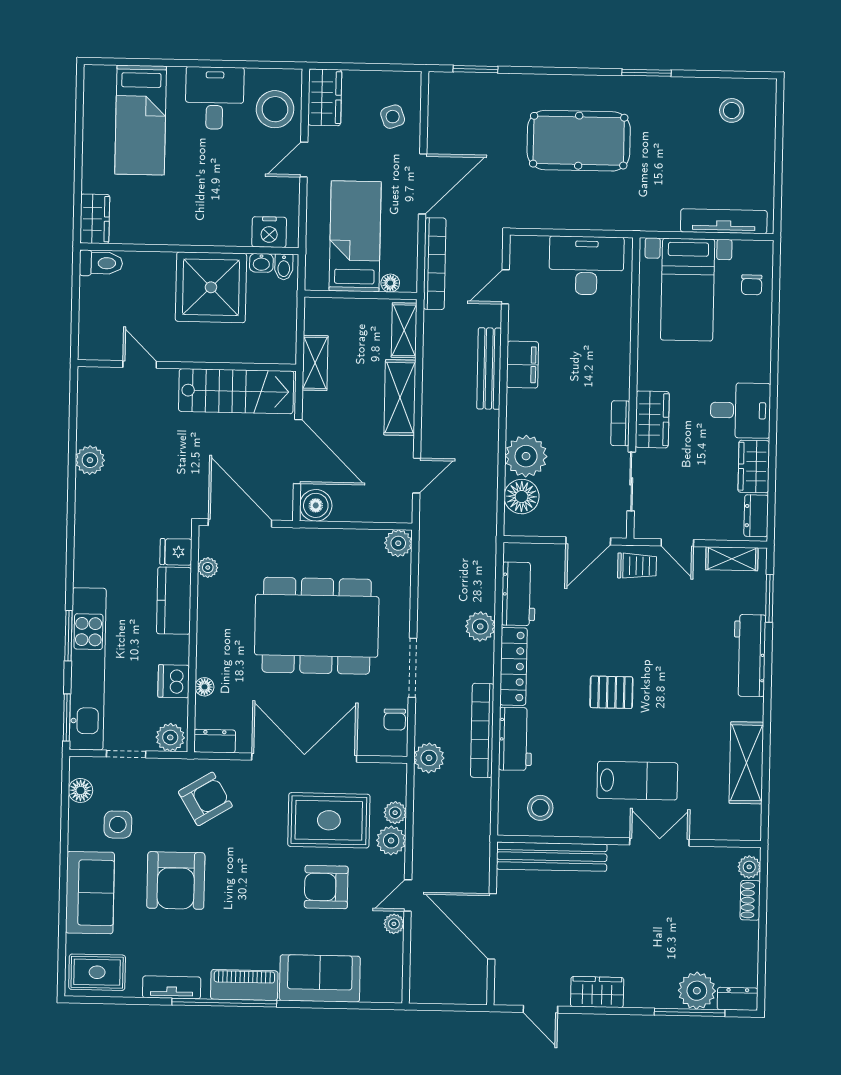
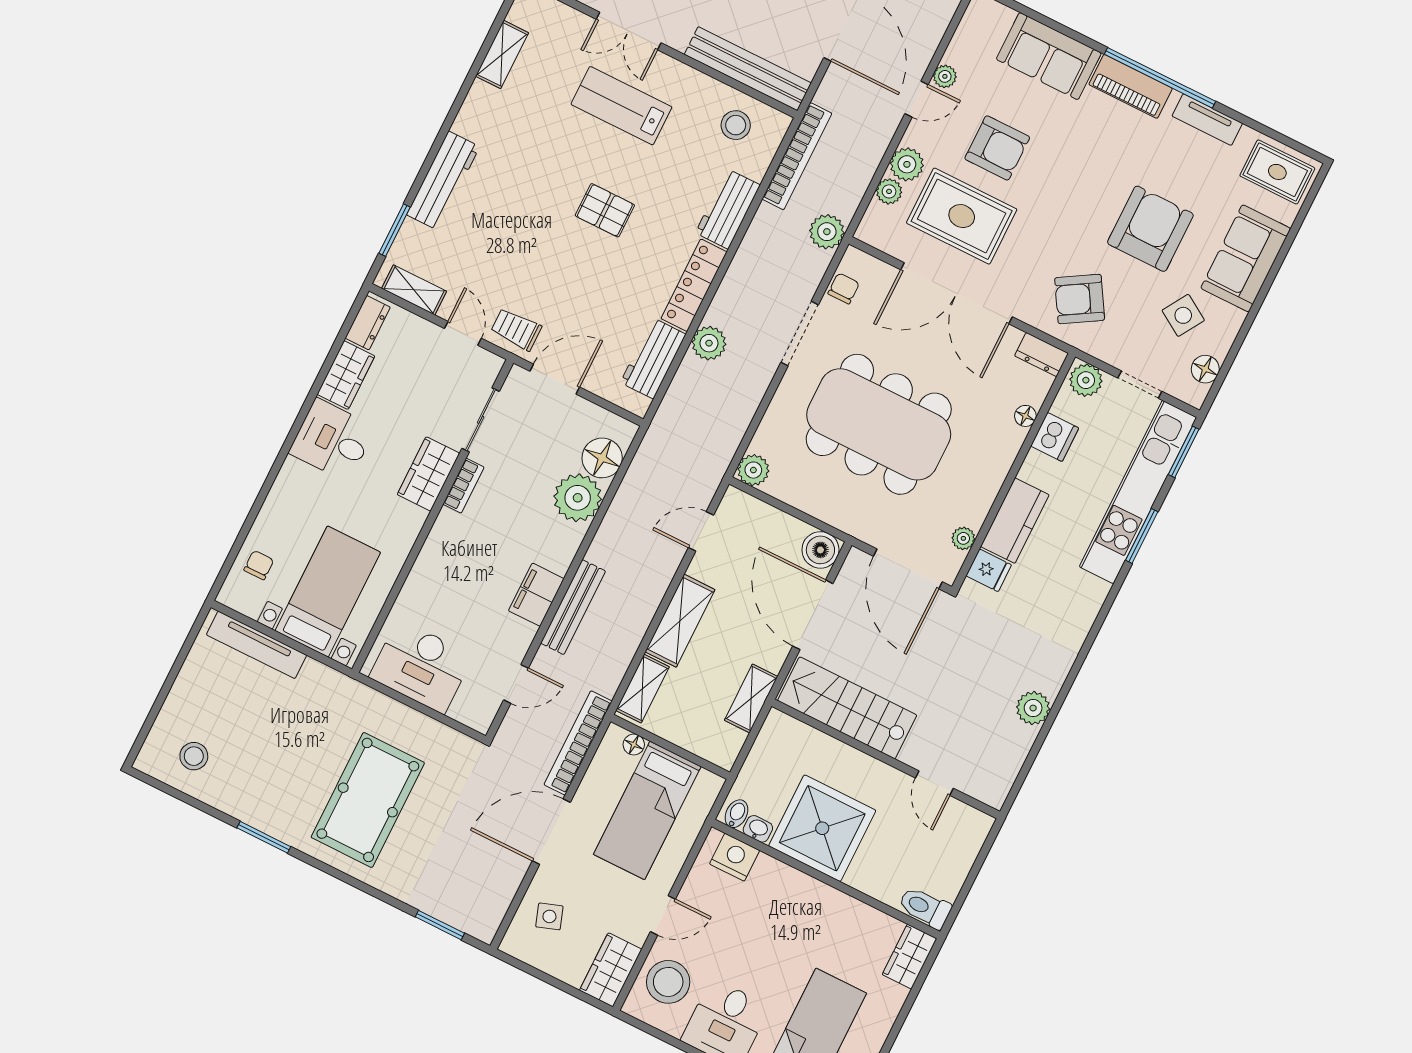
pool table: (579, 141) -> (368, 800), turned 90
bookcase: (482, 730) -> (797, 156), moved
shelving: (746, 763) -> (502, 54), width x0.67, depth x0.75
side table: (118, 825) -> (1183, 315), turned 32

